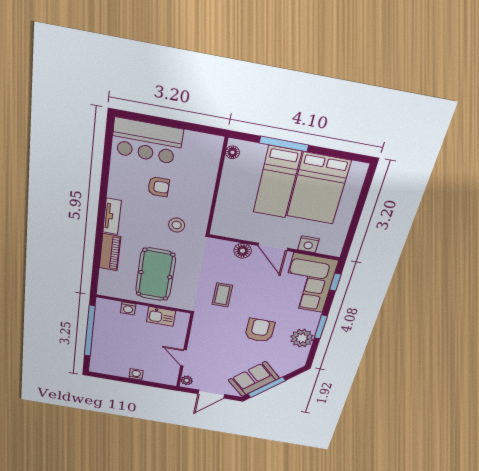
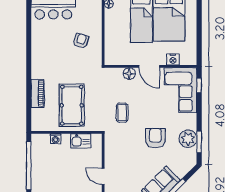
armchair: (159, 187) -> (81, 41), moved, turned -73
tv unit: (112, 216) -> (36, 65), removed
stool: (177, 225) -> (81, 63), removed
window: (321, 327) -> (199, 142), moved

